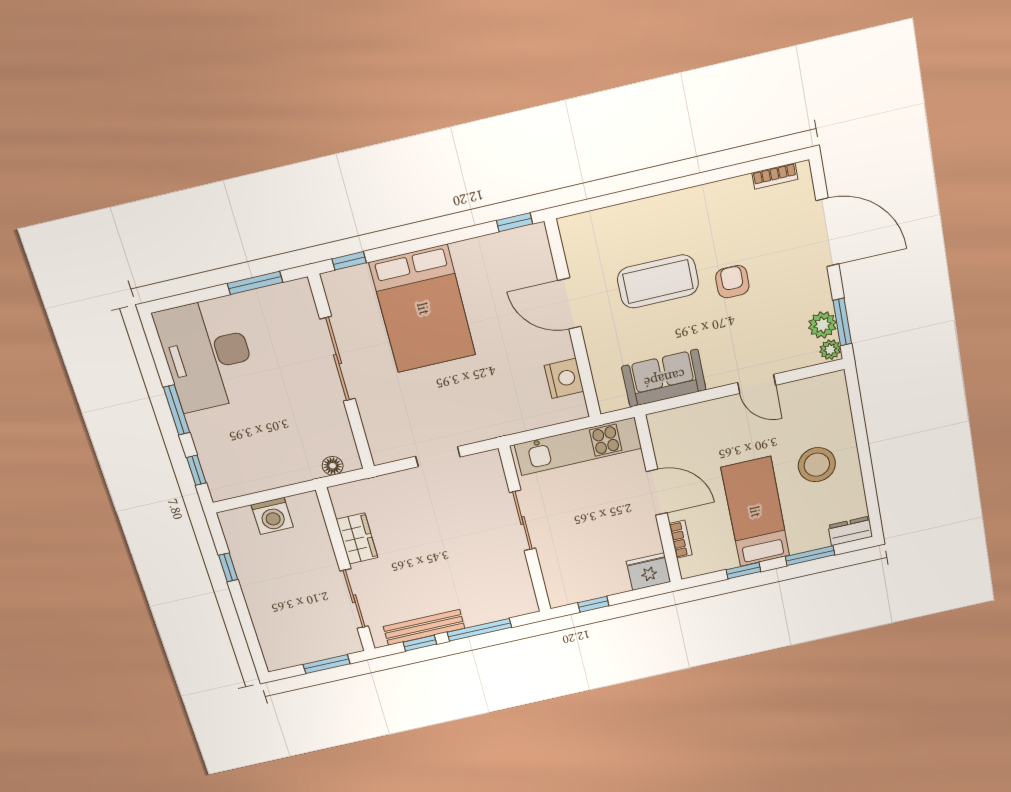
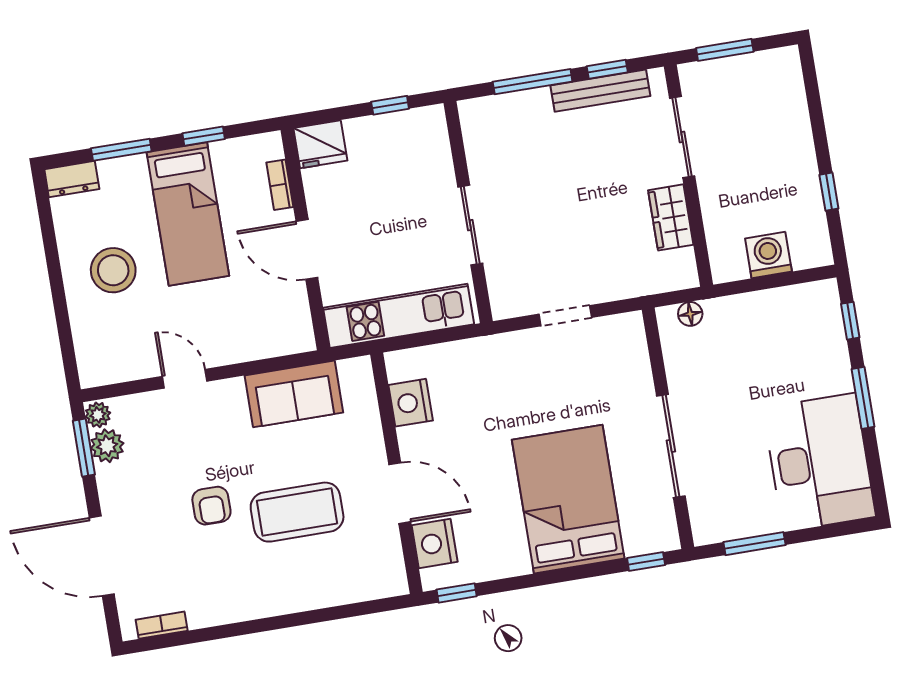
nightstand: (537, 263) -> (435, 543), added

